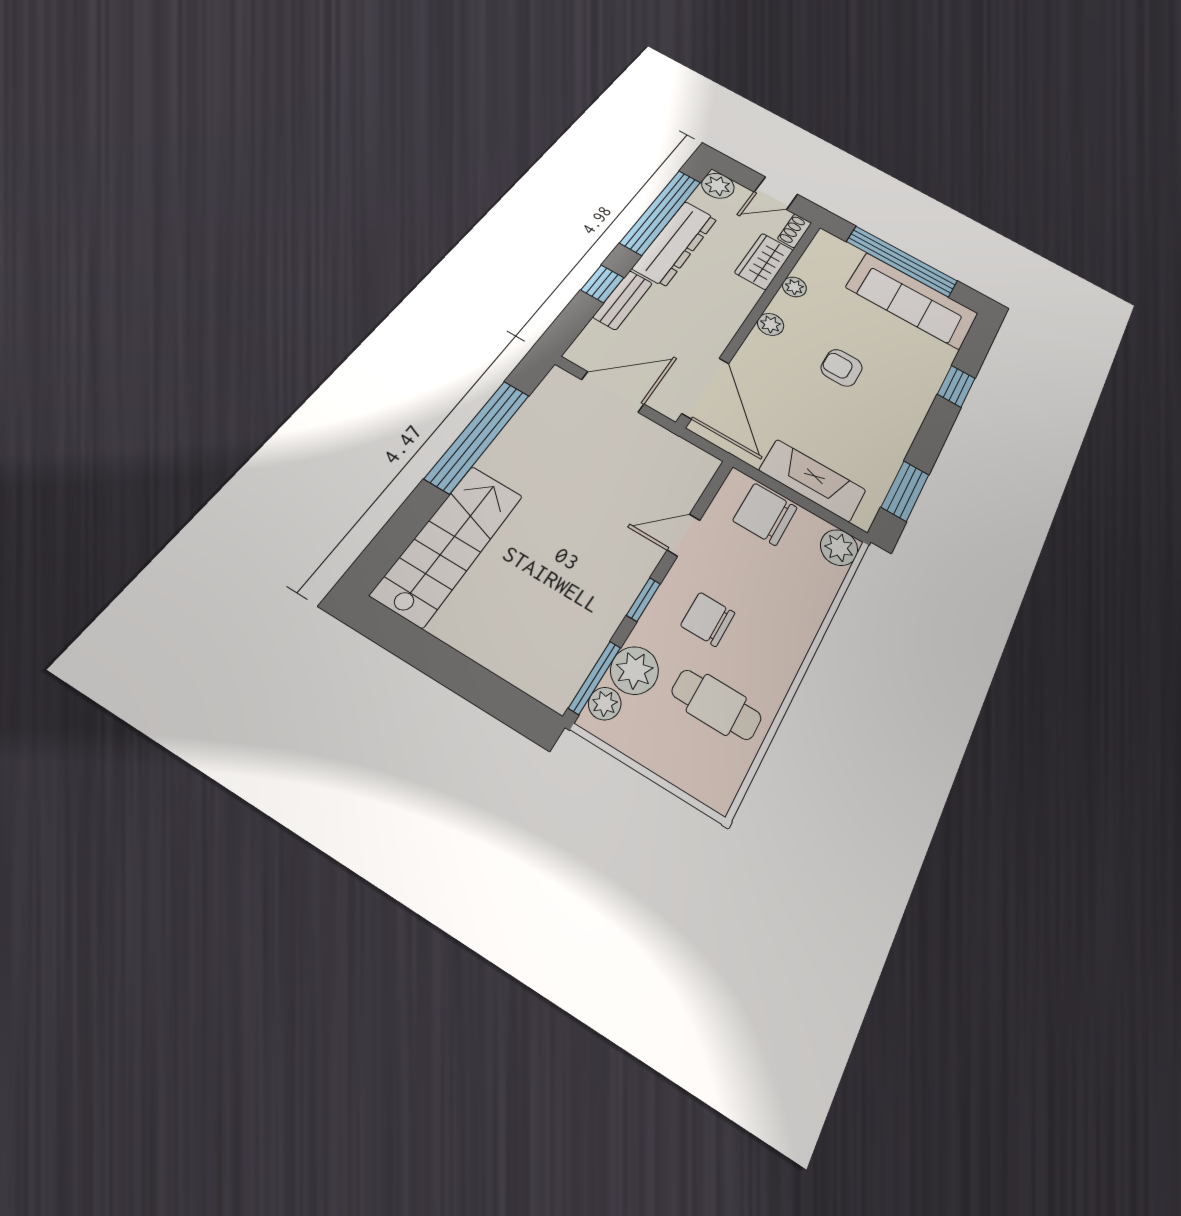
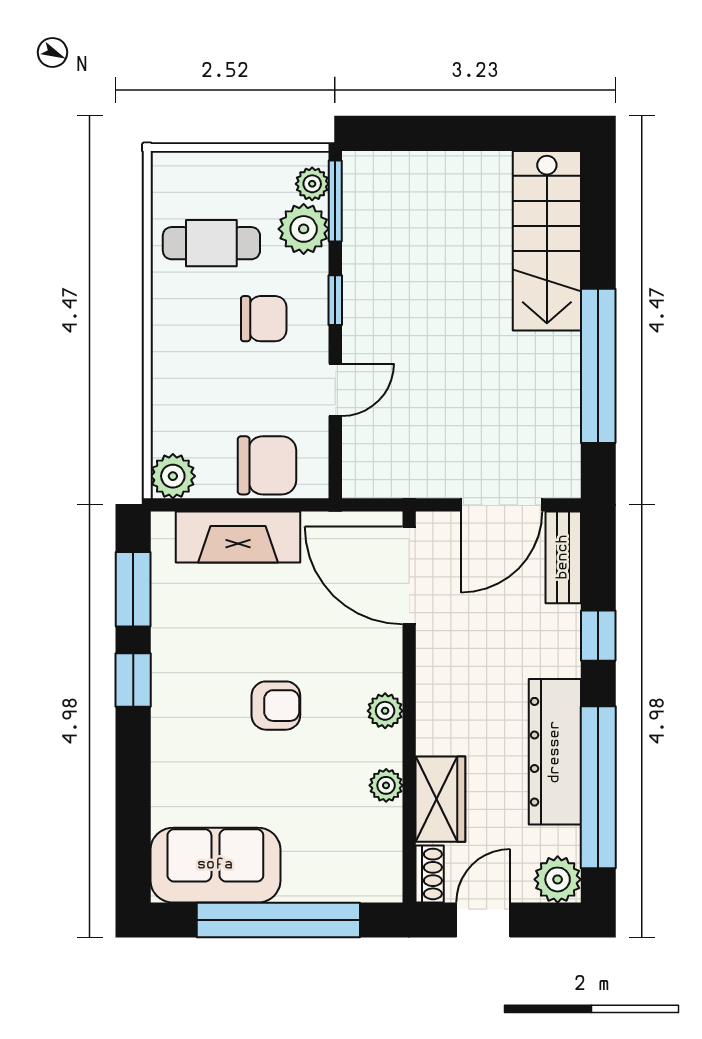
bench: (623, 300) -> (563, 557), moved
sofa: (912, 300) -> (215, 865), width x0.73
window: (956, 386) -> (133, 680), moved

